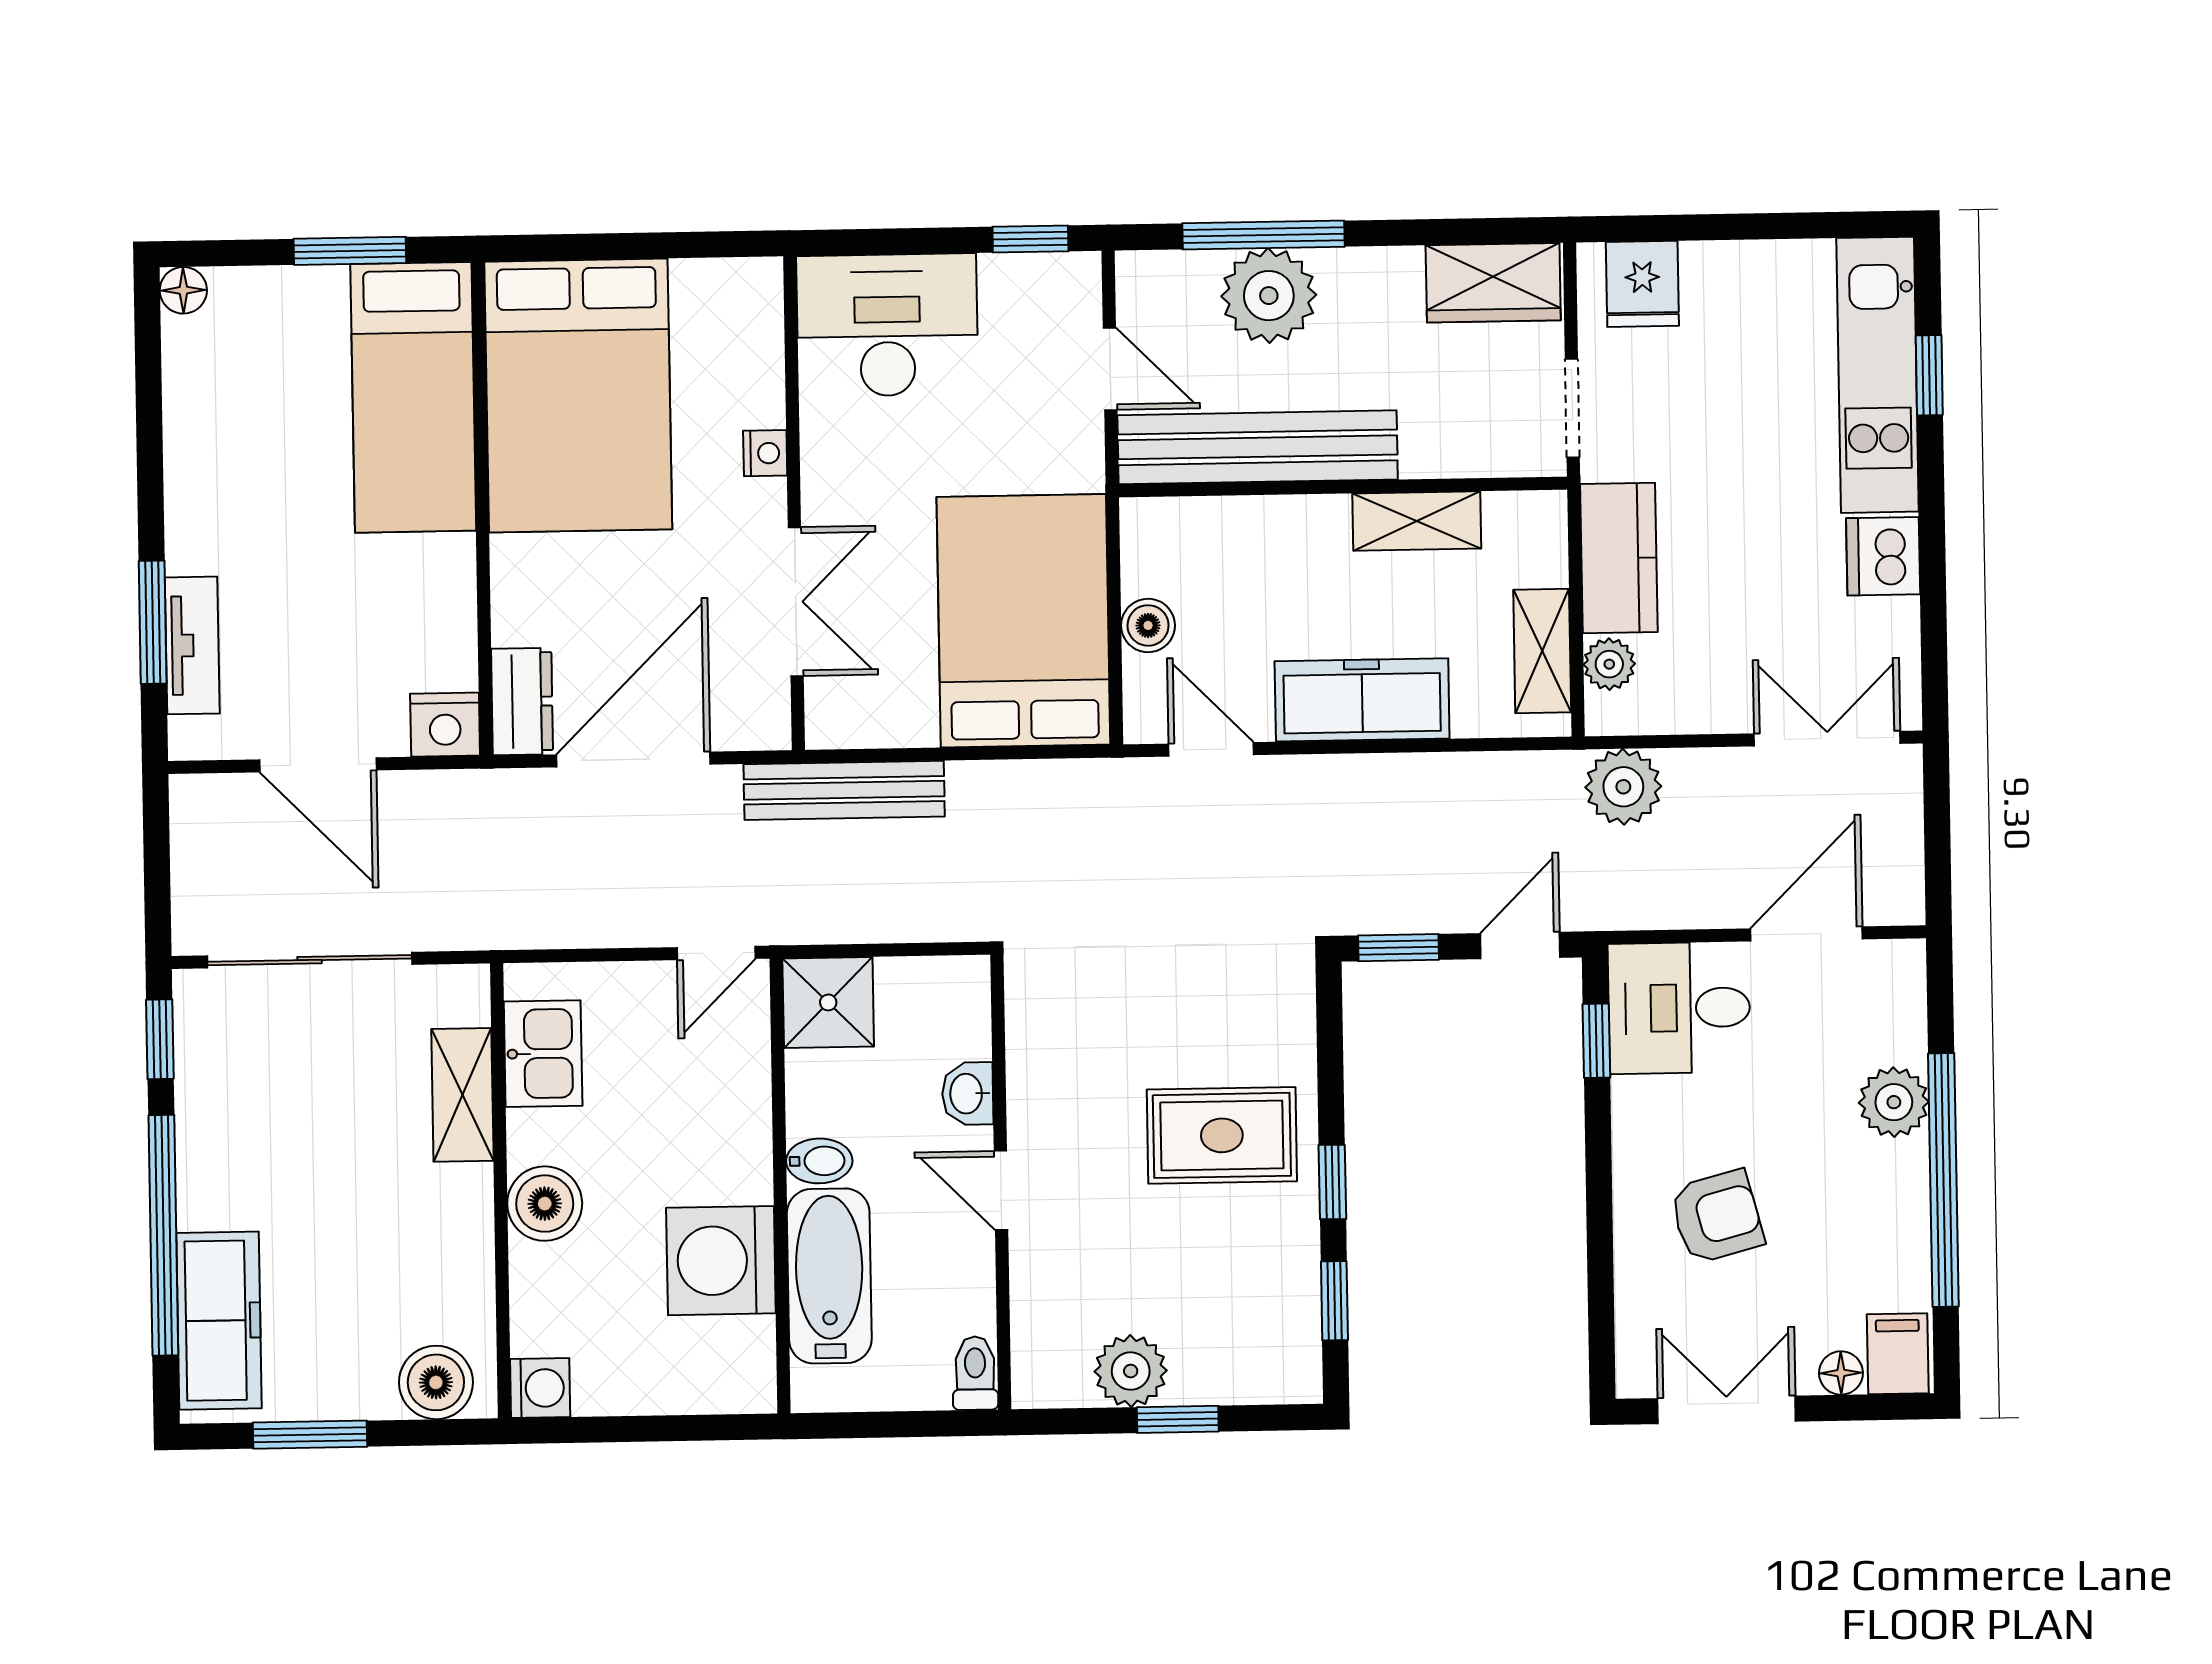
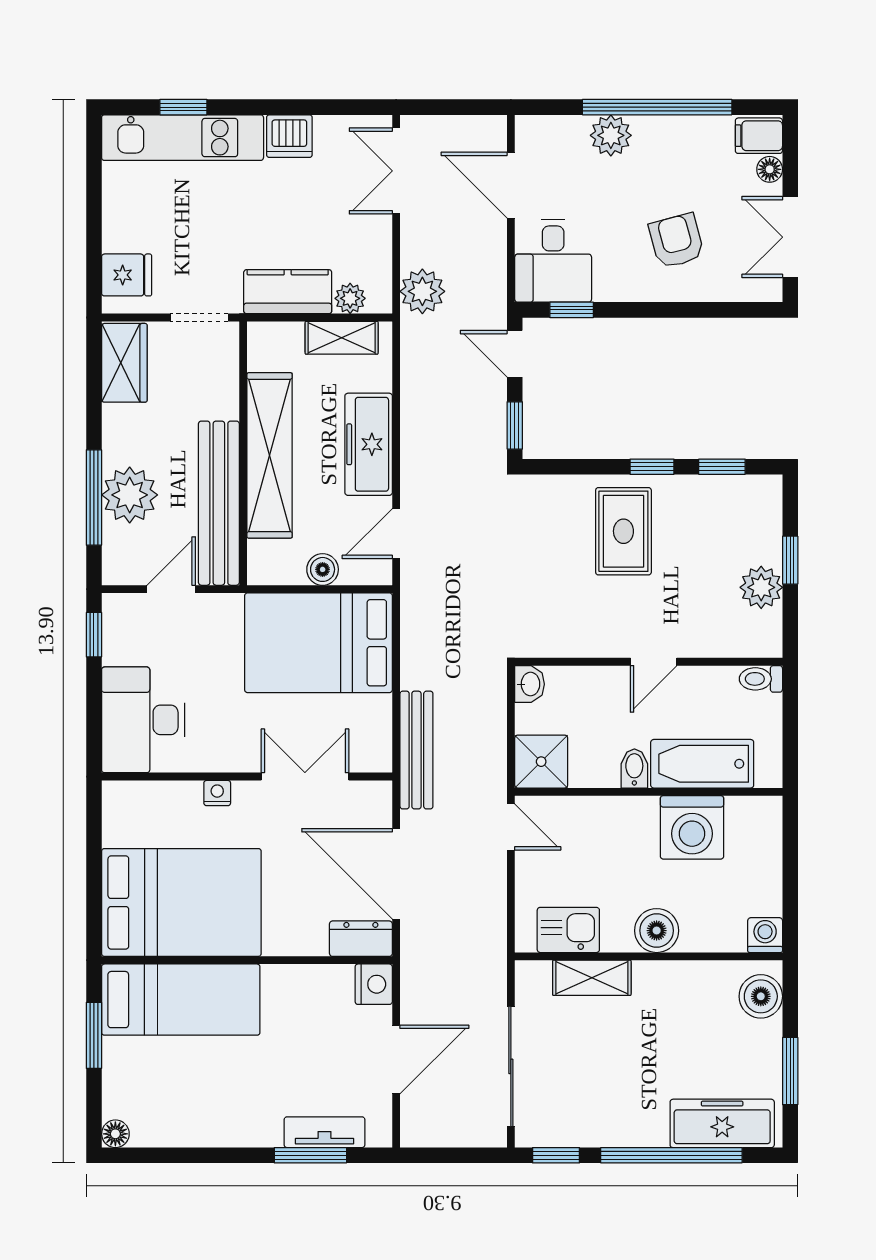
shelving: (1417, 521) -> (270, 455), width x2.20, depth x1.33
washbasin: (968, 1094) -> (530, 684), moved, turned -90

